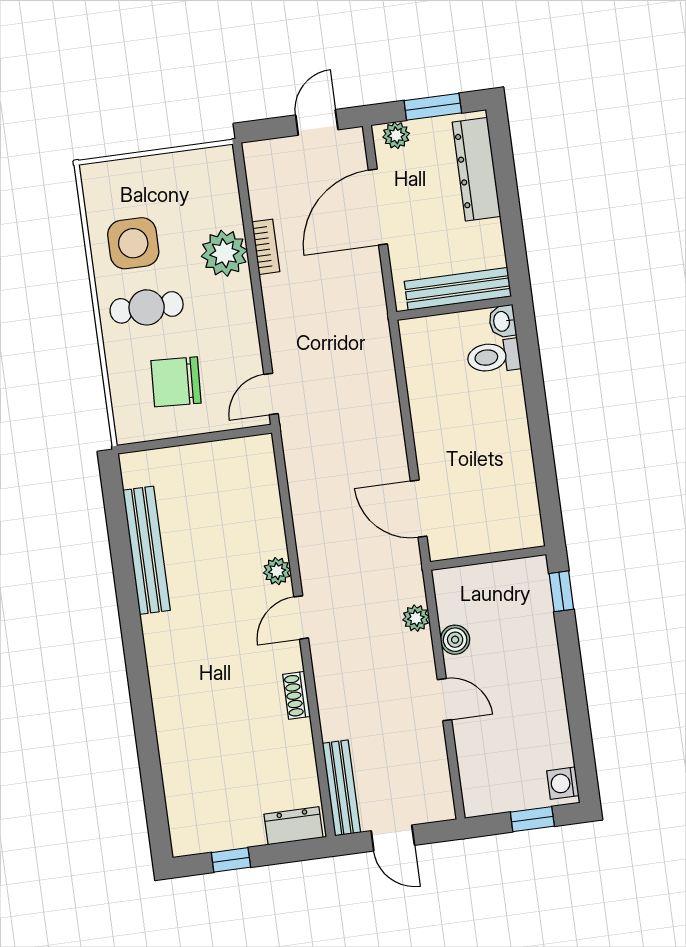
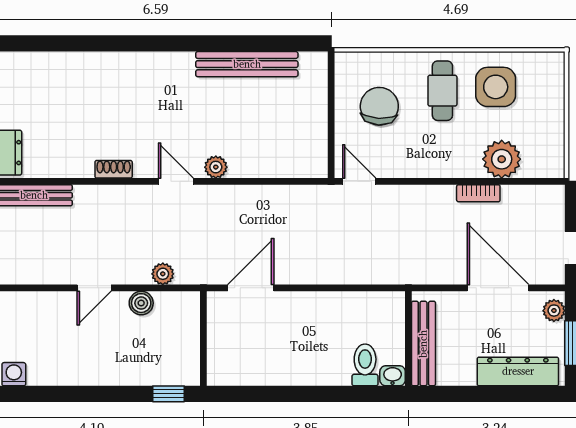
plant: (224, 253) -> (502, 159), moved

